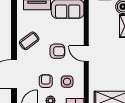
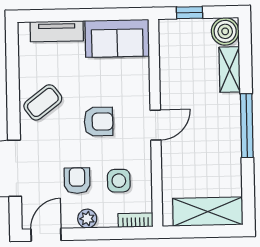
door: (86, 54) -> (156, 125), swing flipped

